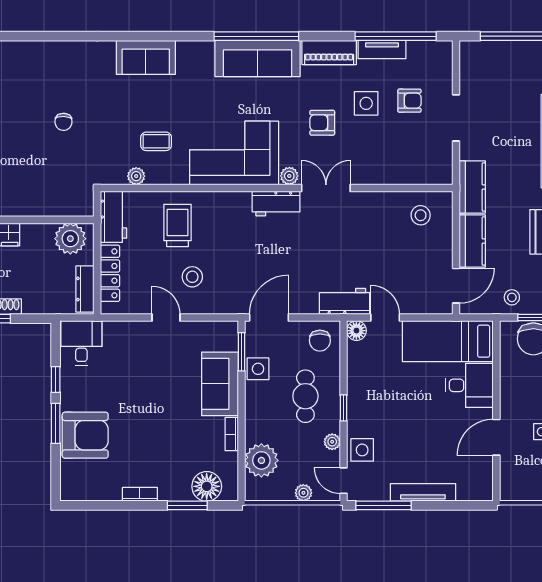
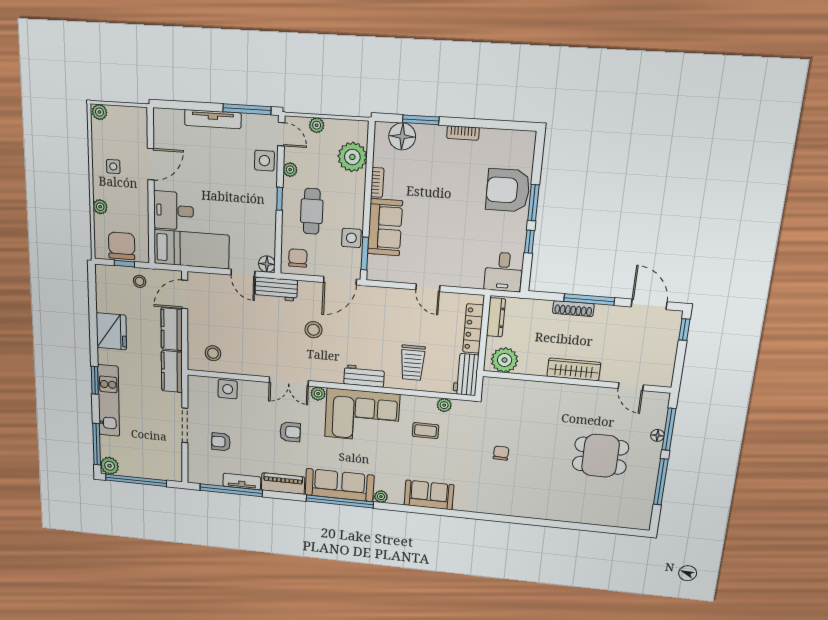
plant: (205, 49) -> (381, 497), added
side table: (366, 103) -> (228, 389), moved
workbench: (276, 204) -> (364, 376), moved
stool: (192, 277) -> (313, 330), moved

